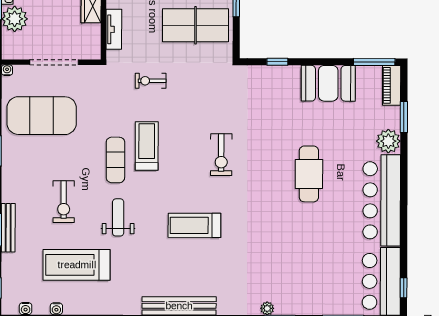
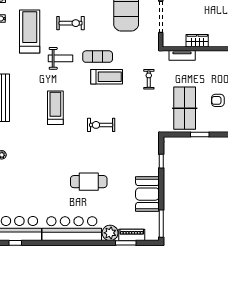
piano: (392, 85) -> (132, 235), moved
exercise bike: (64, 202) -> (71, 23), turned 180

